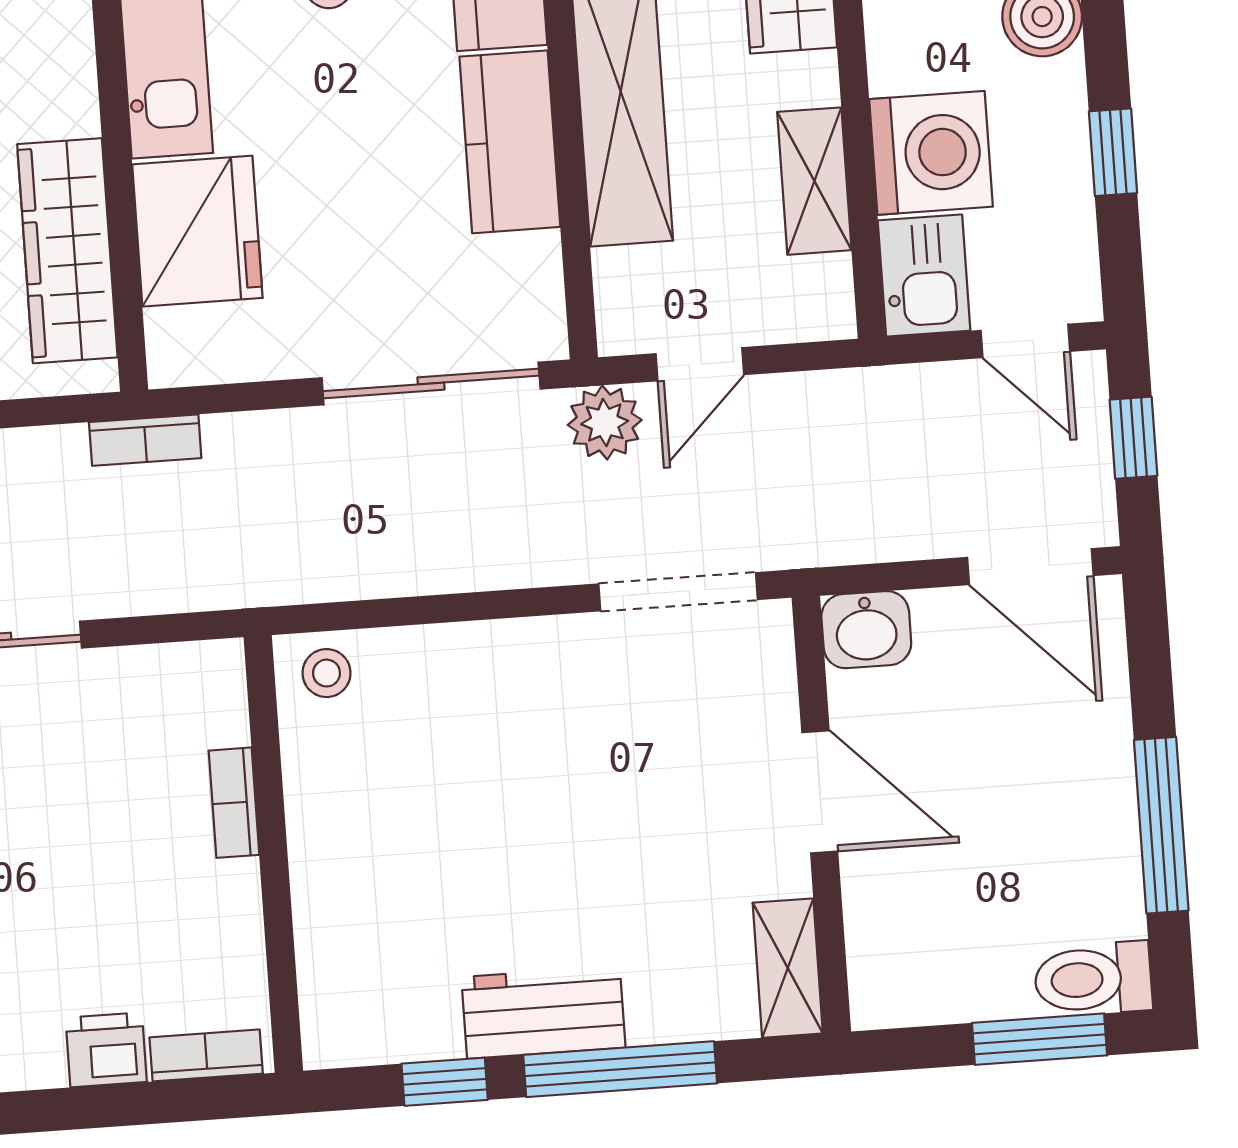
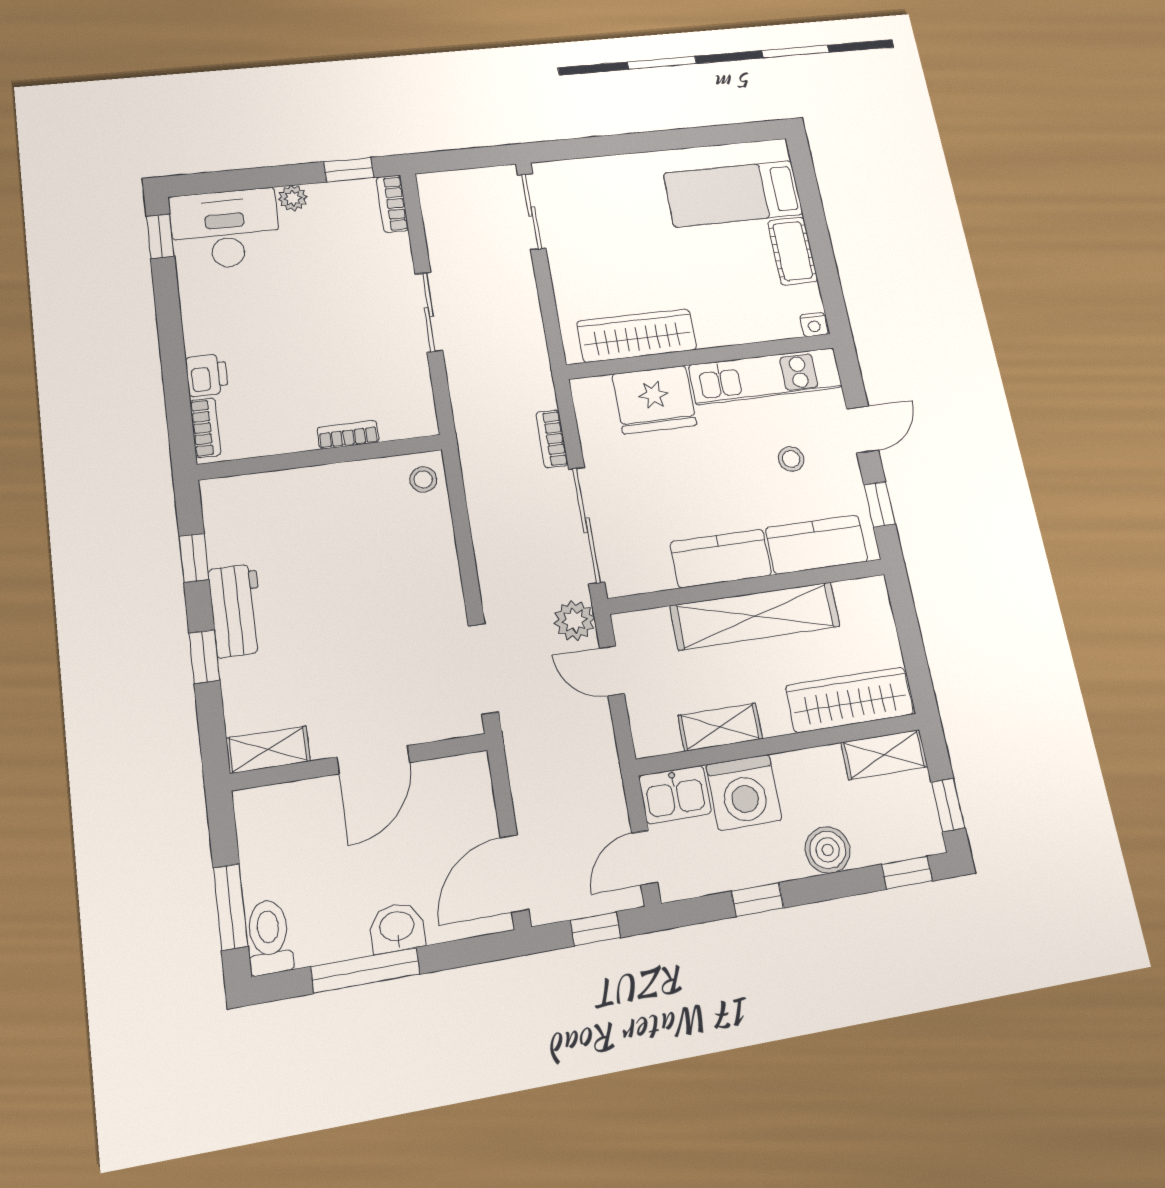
bookcase: (145, 440) -> (552, 439), moved
washbasin: (866, 630) -> (397, 928), moved, turned 90
window: (620, 1069) -> (204, 657), width x0.46

